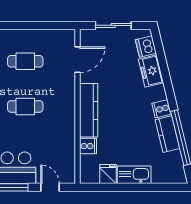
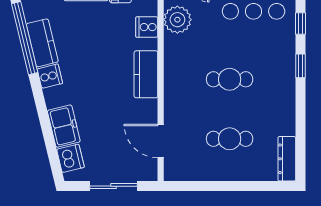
door: (78, 60) -> (161, 141), hinge flipped
kitchen counter: (89, 110) -> (146, 74), width x0.67
plant: (65, 152) -> (177, 20), added

